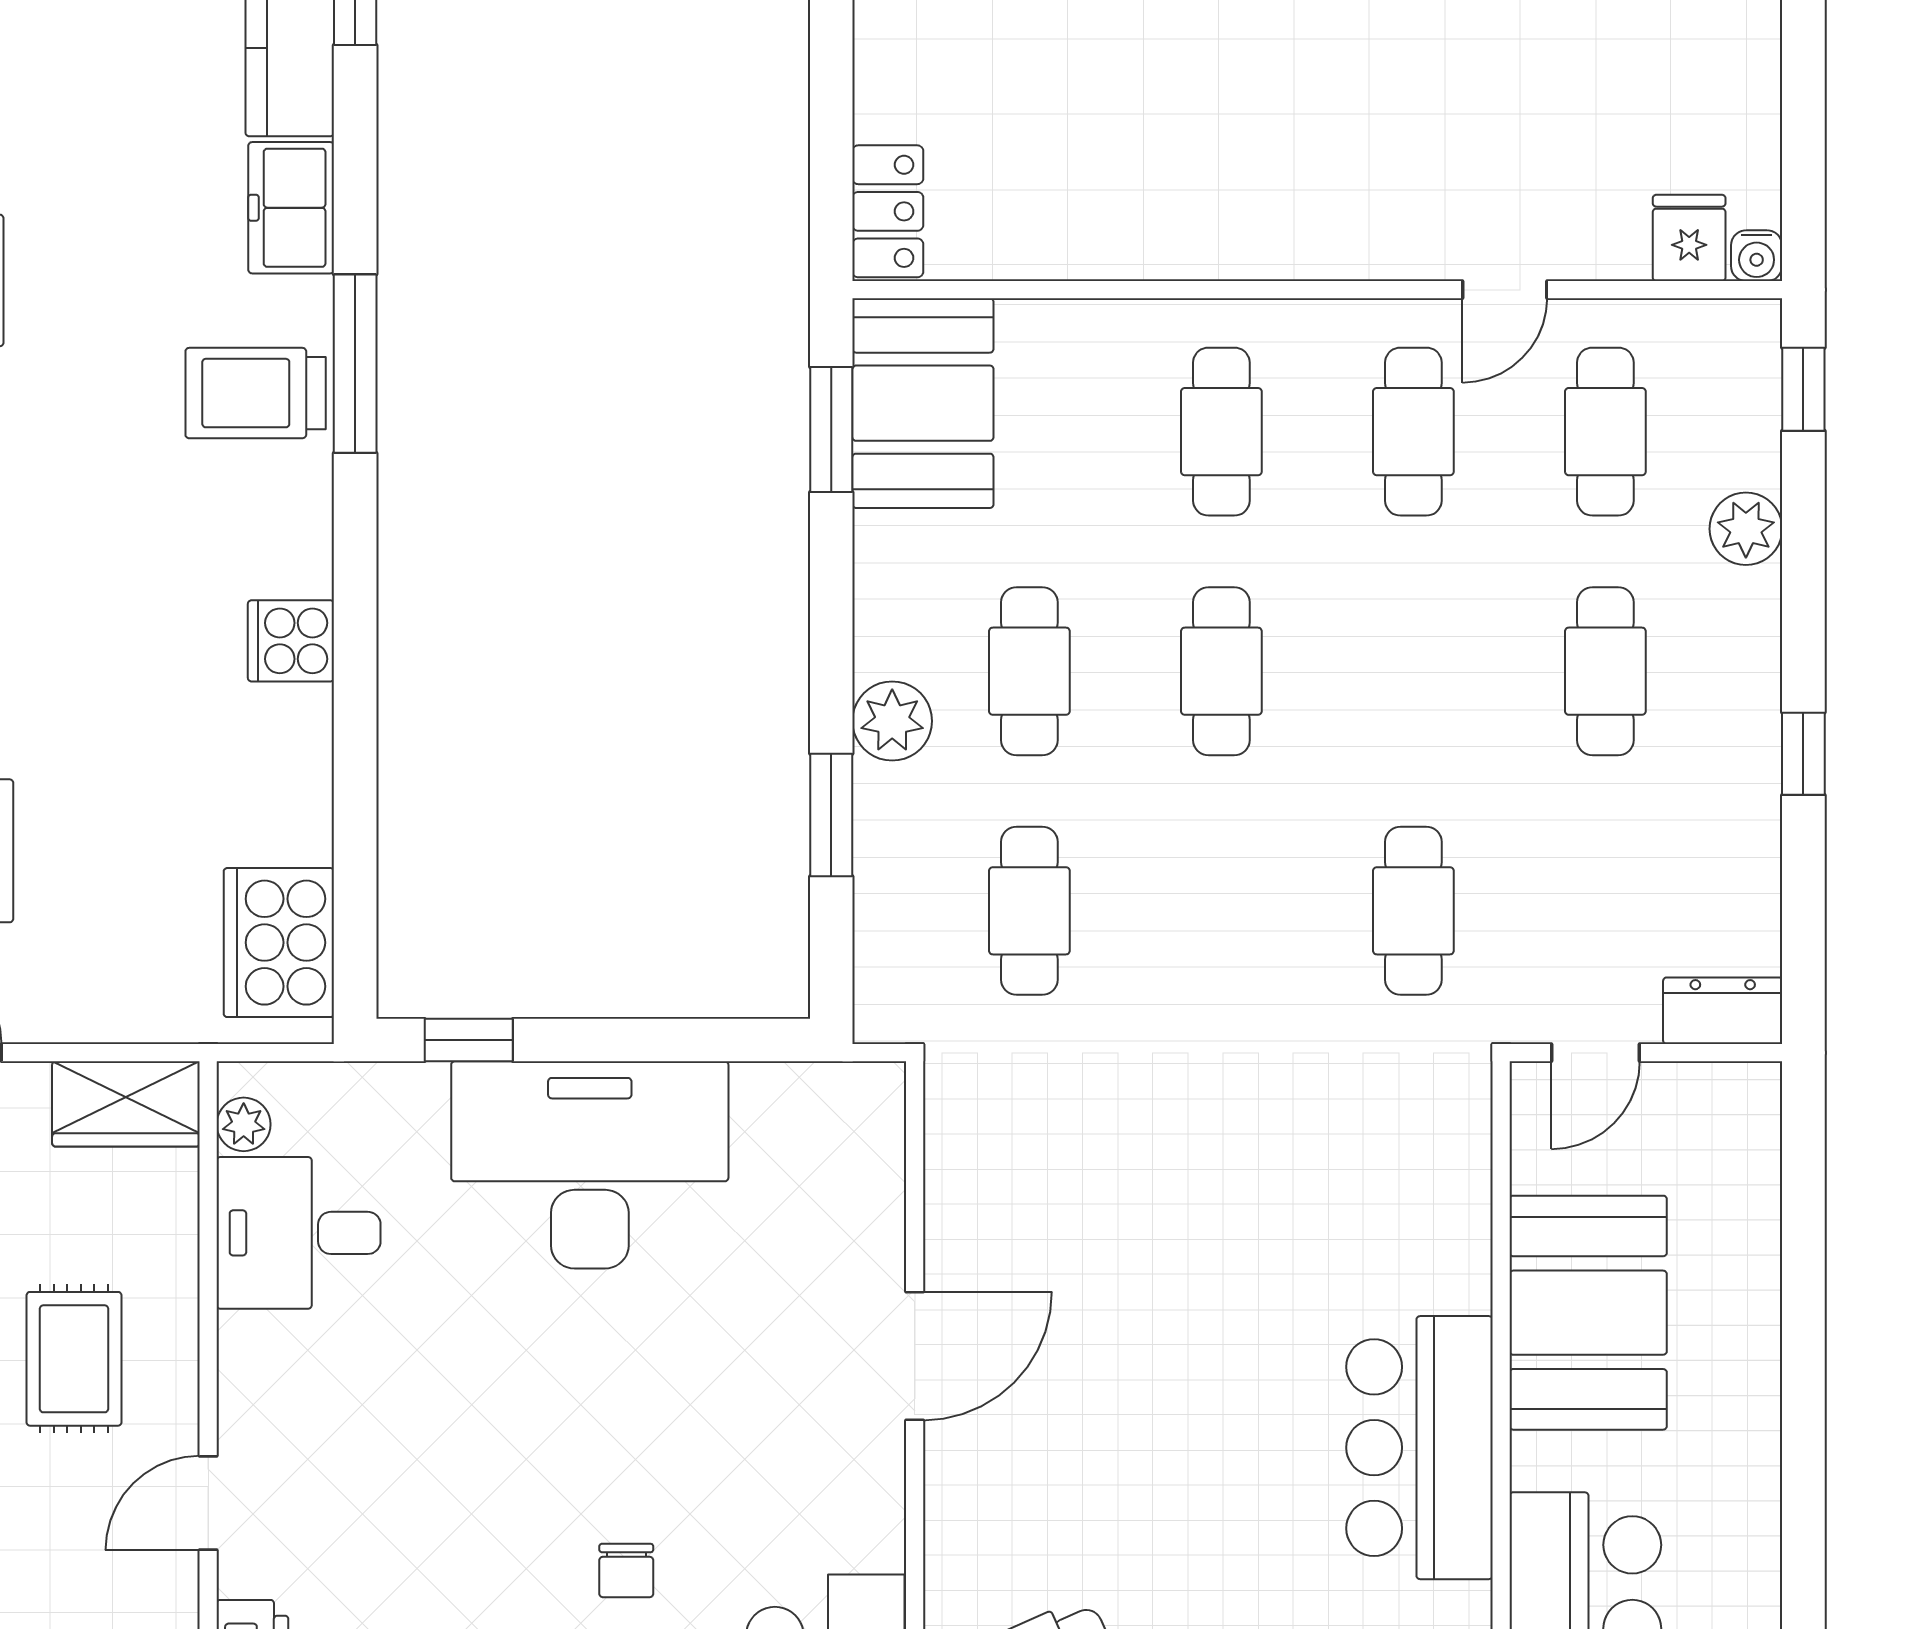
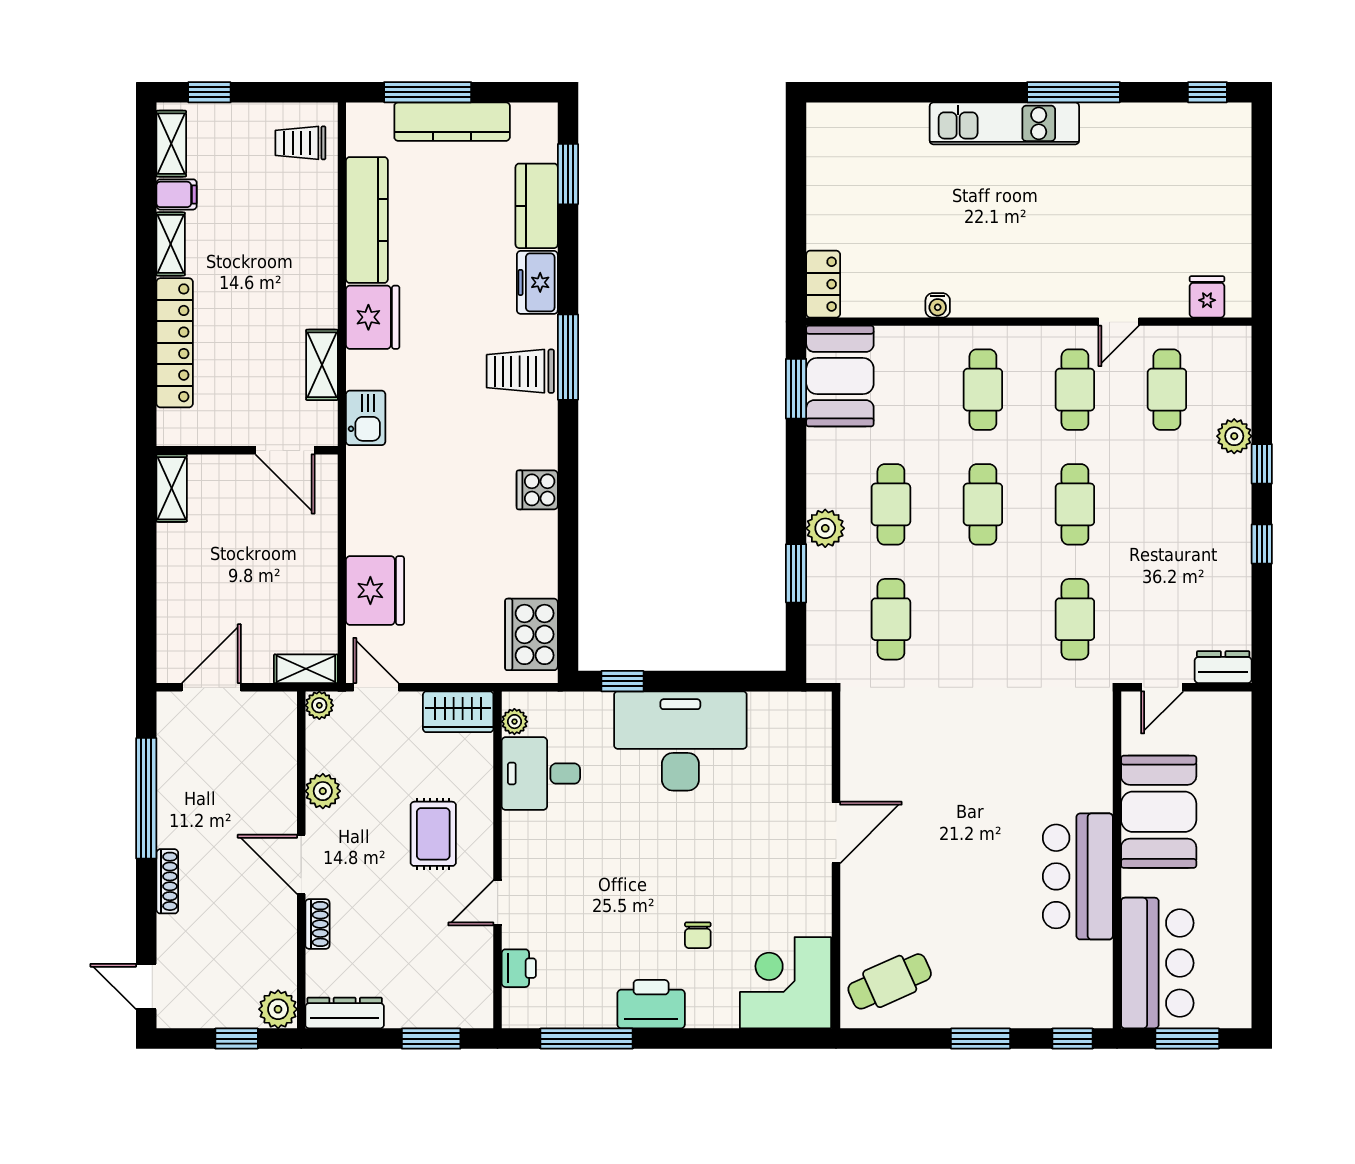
water cooler: (1757, 256) -> (938, 305), moved
window: (1803, 389) -> (1262, 464), moved
cafe table: (1605, 671) -> (1075, 504), moved

